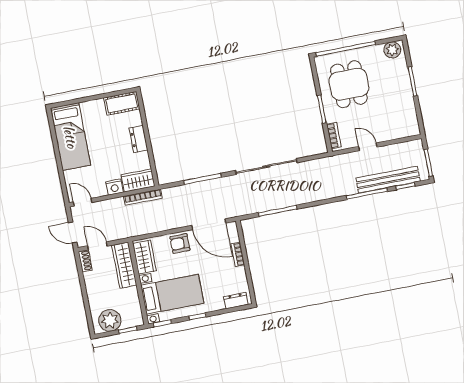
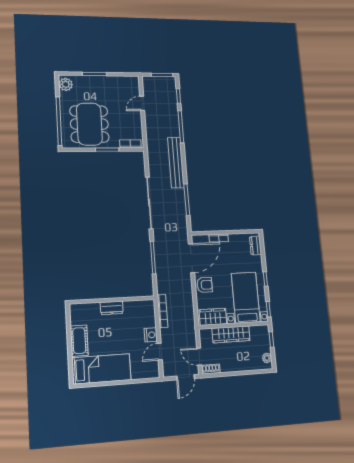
dining table: (349, 84) -> (89, 124), width x1.38
cot: (122, 103) -> (79, 341), moved
door: (368, 147) -> (142, 103), moved
wardrobe: (138, 180) -> (148, 313), removed
bench: (388, 180) -> (176, 163), moved
door: (83, 202) -> (160, 352), moved
armchair: (180, 243) -> (205, 285), turned -90
door: (97, 246) -> (199, 357), hinge flipped
wardrobe: (124, 265) -> (231, 334), moved
plant: (110, 320) -> (267, 358), width x0.53, depth x0.53

